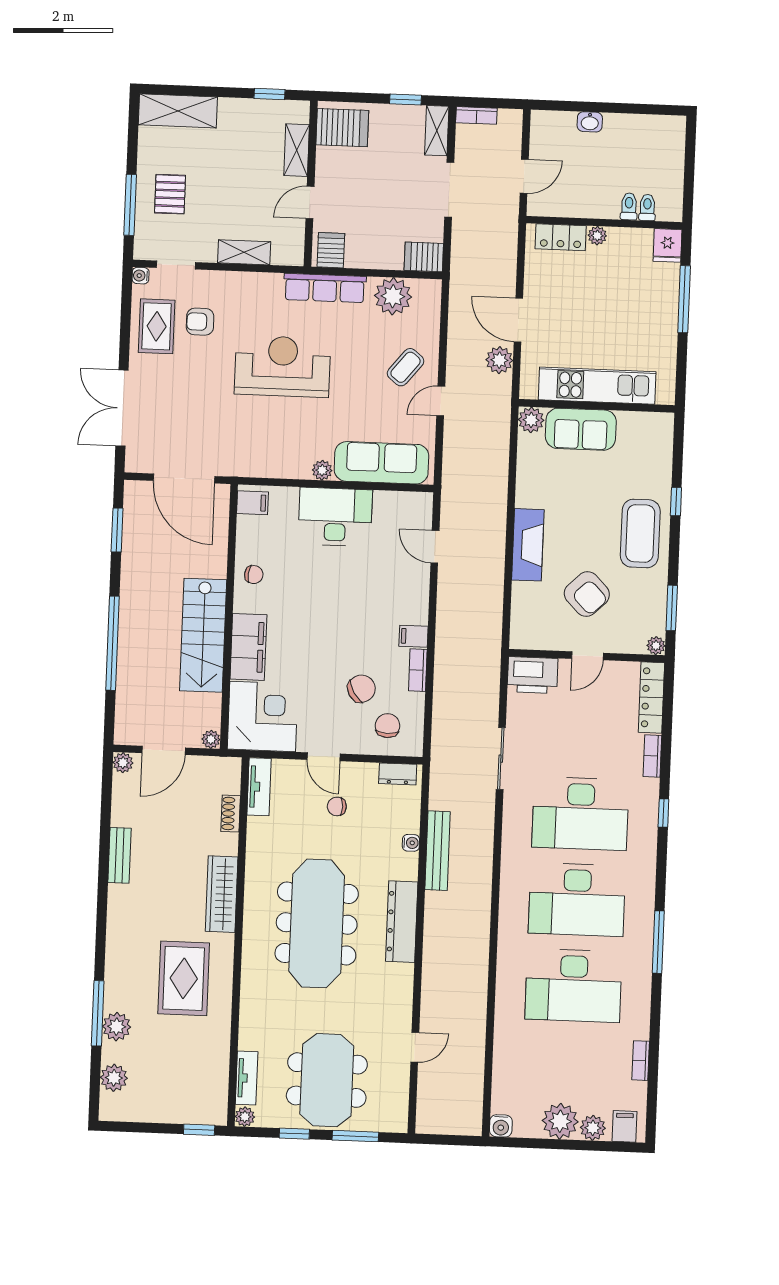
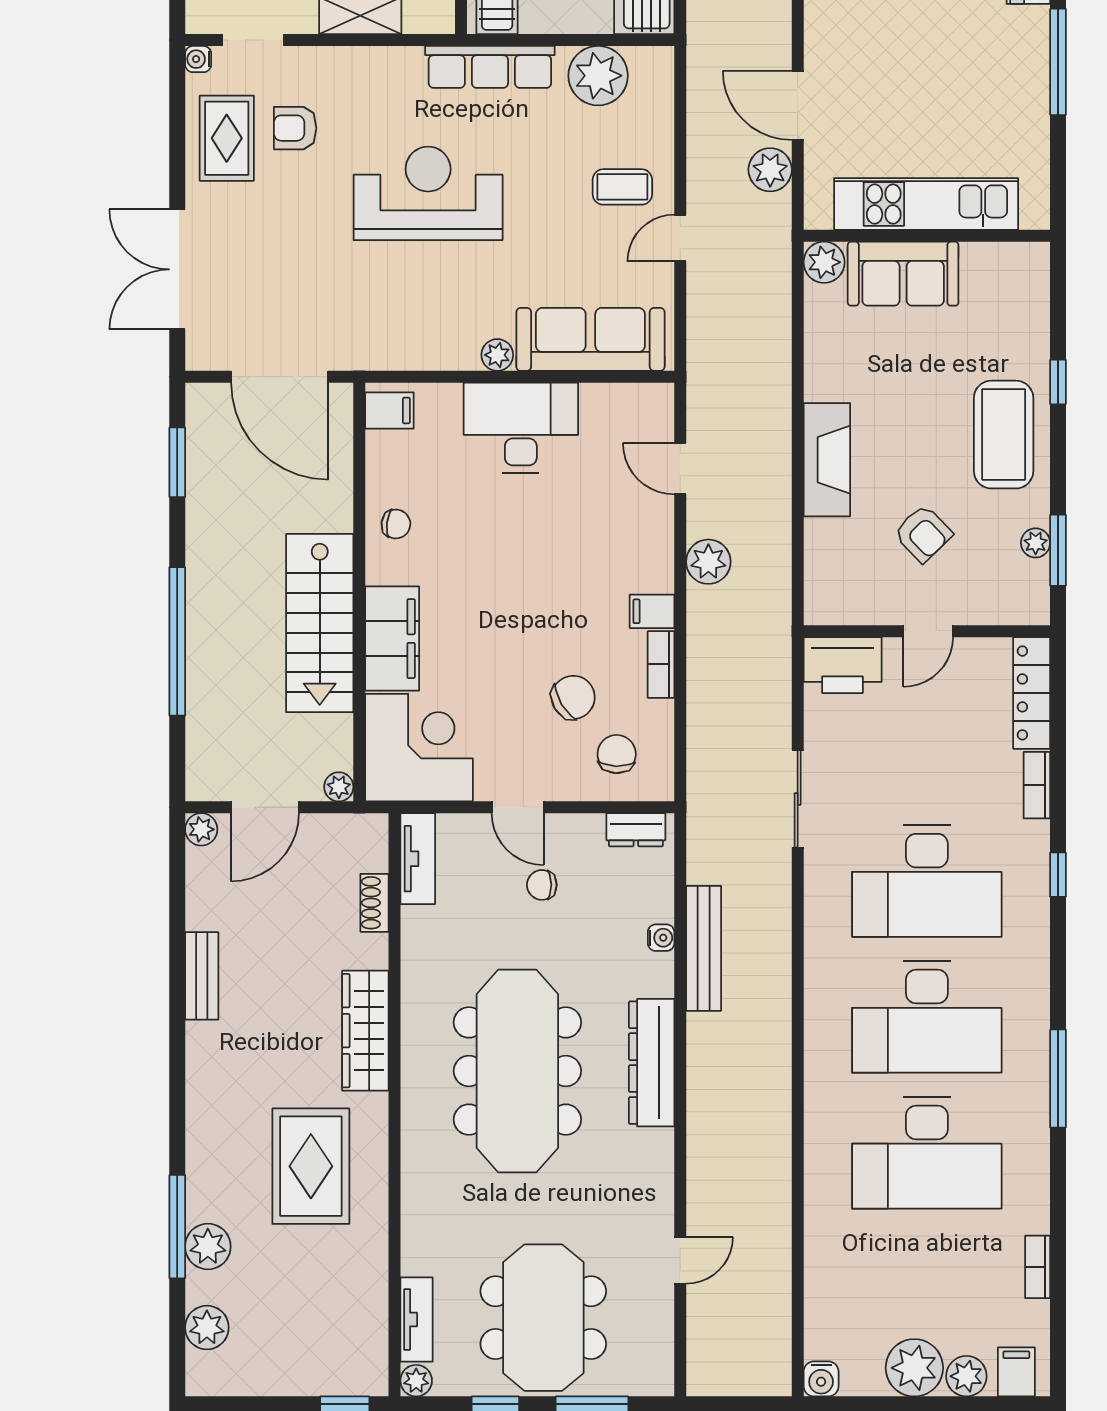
coffee table: (406, 367) -> (622, 187), turned 51
armchair: (587, 594) -> (923, 534), width x0.72, depth x0.72
plant: (450, 606) -> (708, 562), added
plant: (656, 646) -> (1036, 543), moved

